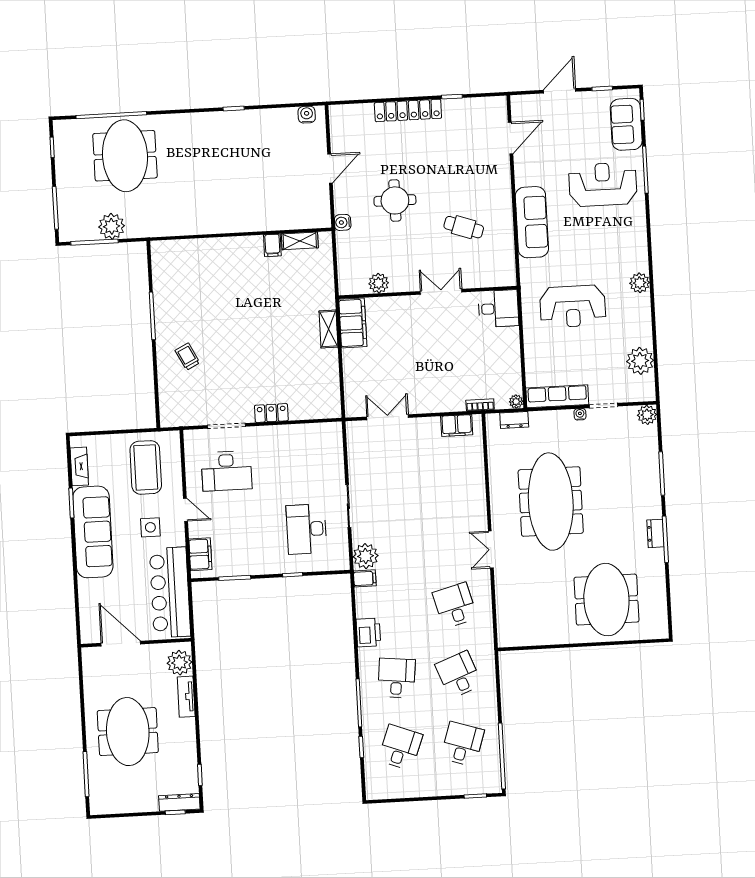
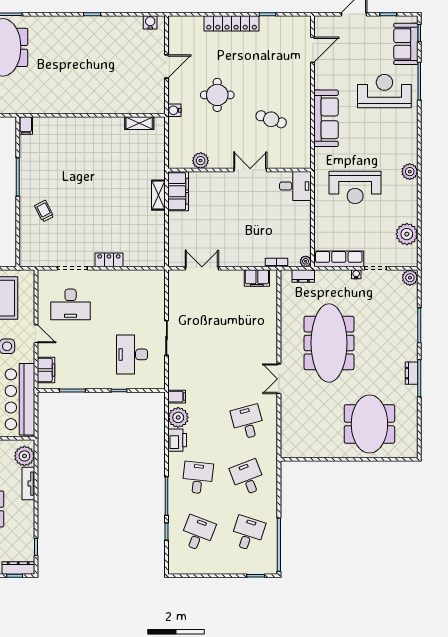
filing cabinet: (272, 245) -> (26, 126), moved
plant: (366, 556) -> (178, 417), moved

